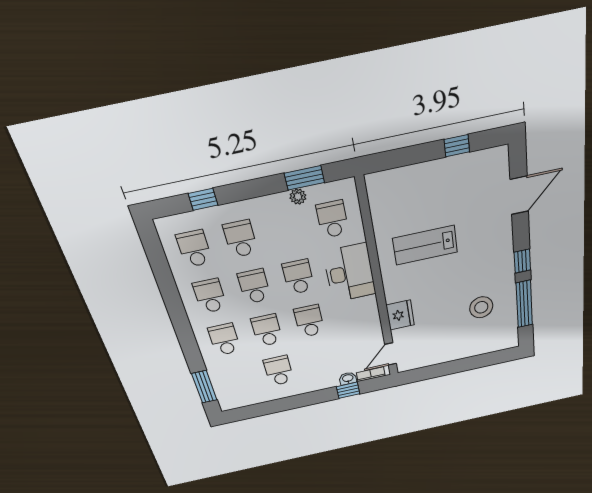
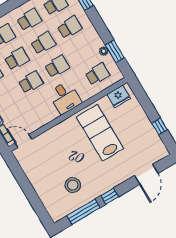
door: (519, 195) -> (146, 174), hinge flipped
lab bench: (425, 245) -> (100, 133), width x1.36, depth x1.39
desk: (350, 273) -> (65, 98), width x0.73
fridge: (400, 315) -> (119, 96), moved

